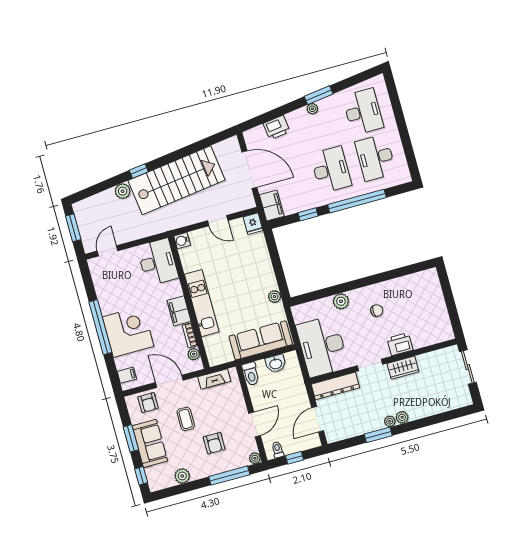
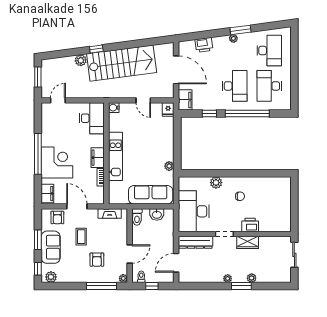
plant: (194, 354) -> (100, 192), removed
filing cabinet: (127, 375) -> (47, 194), width x2.00
plant: (402, 417) -> (252, 278), moved
window: (378, 435) -> (241, 286), moved
plant: (182, 476) -> (51, 277), moved

